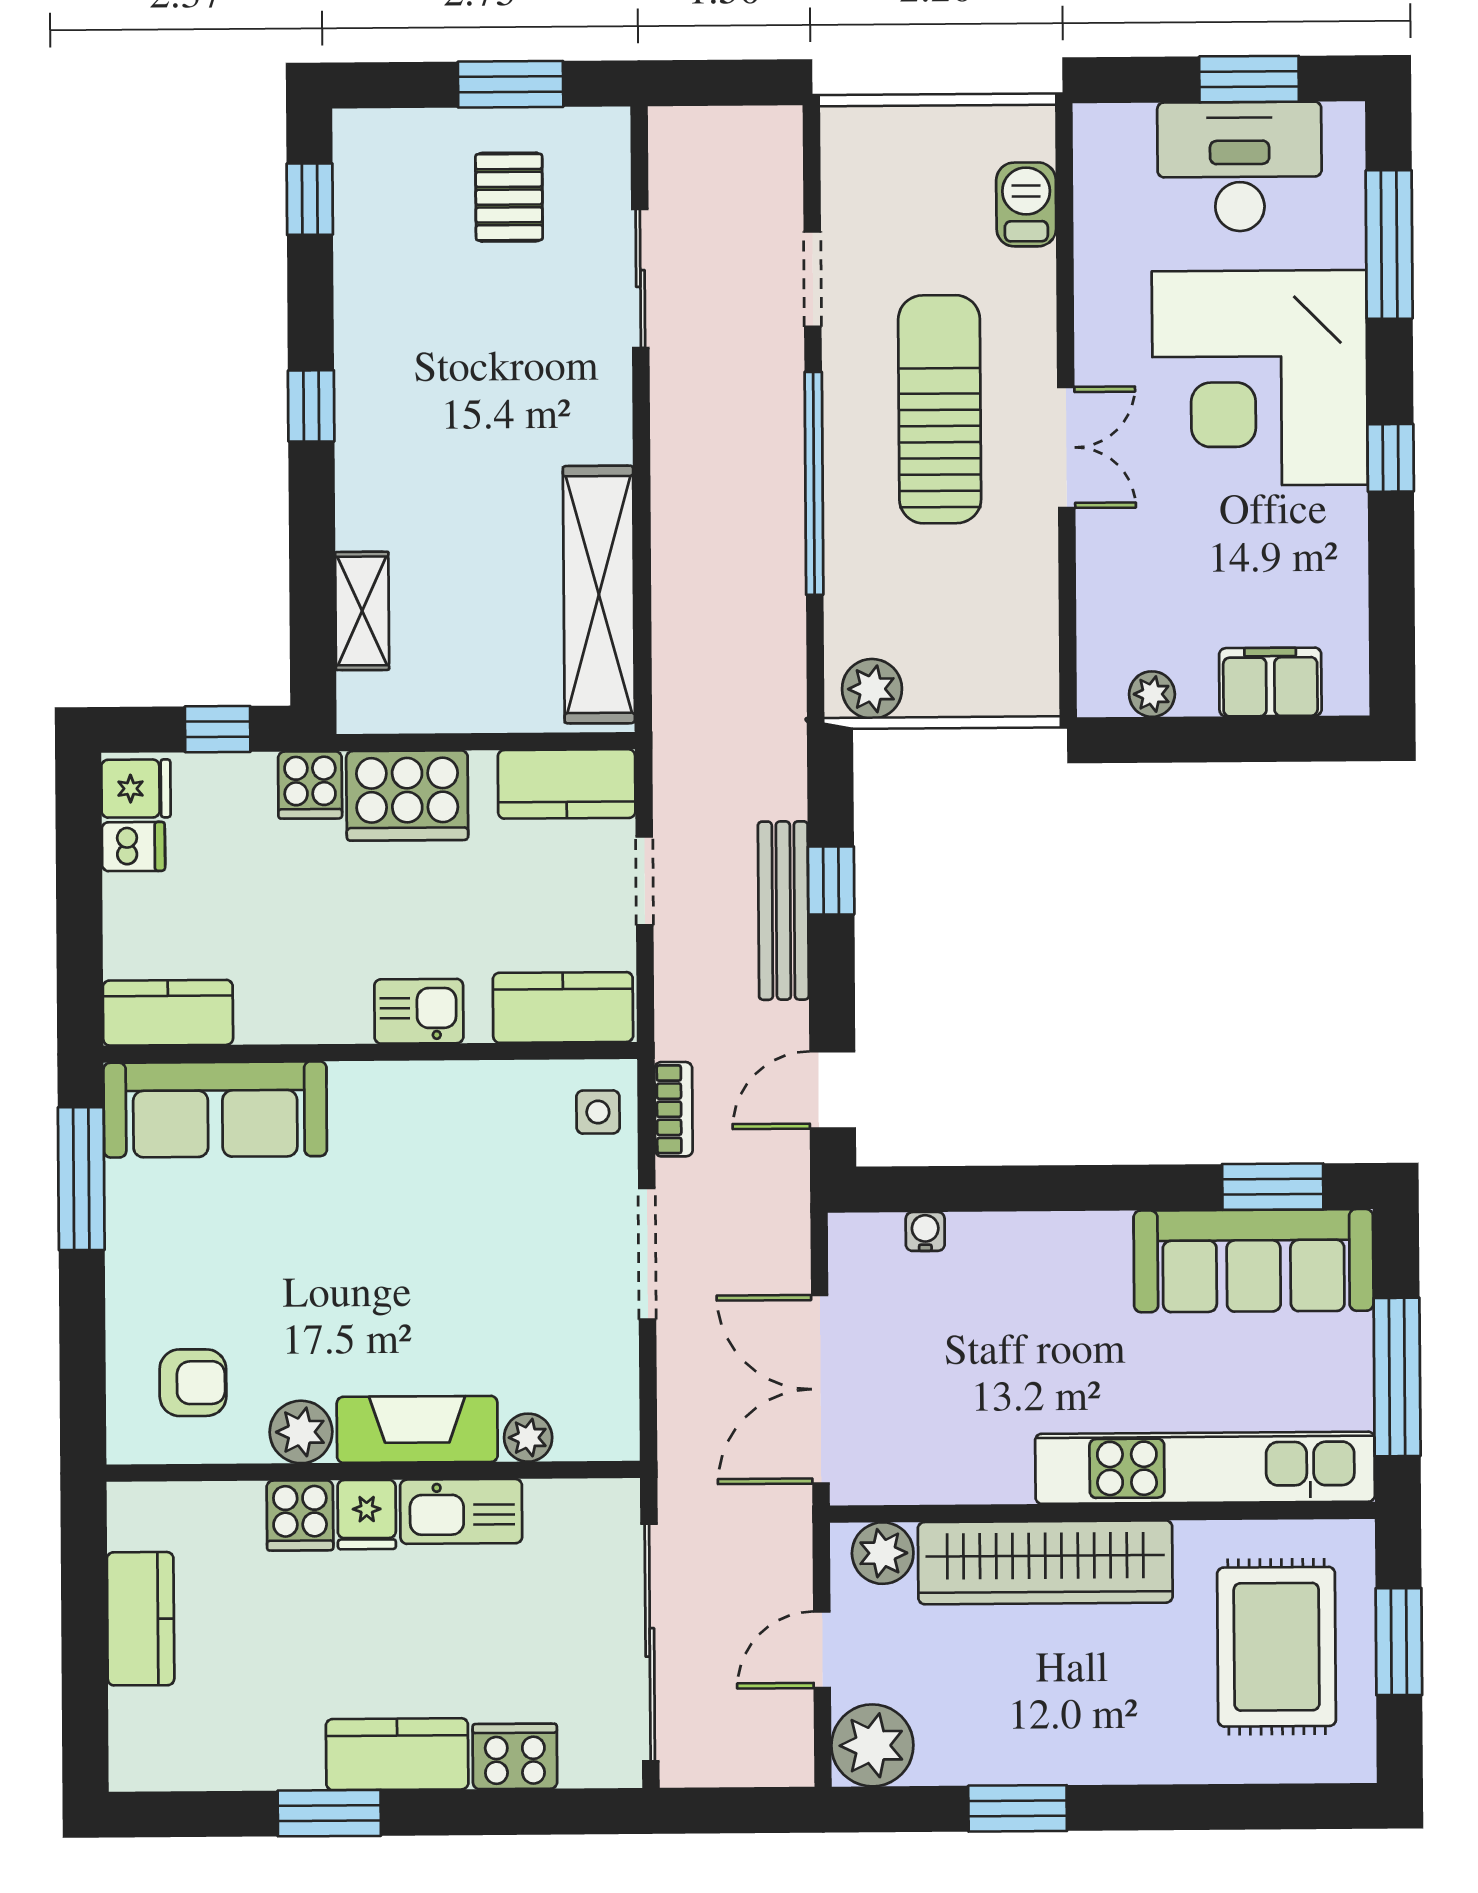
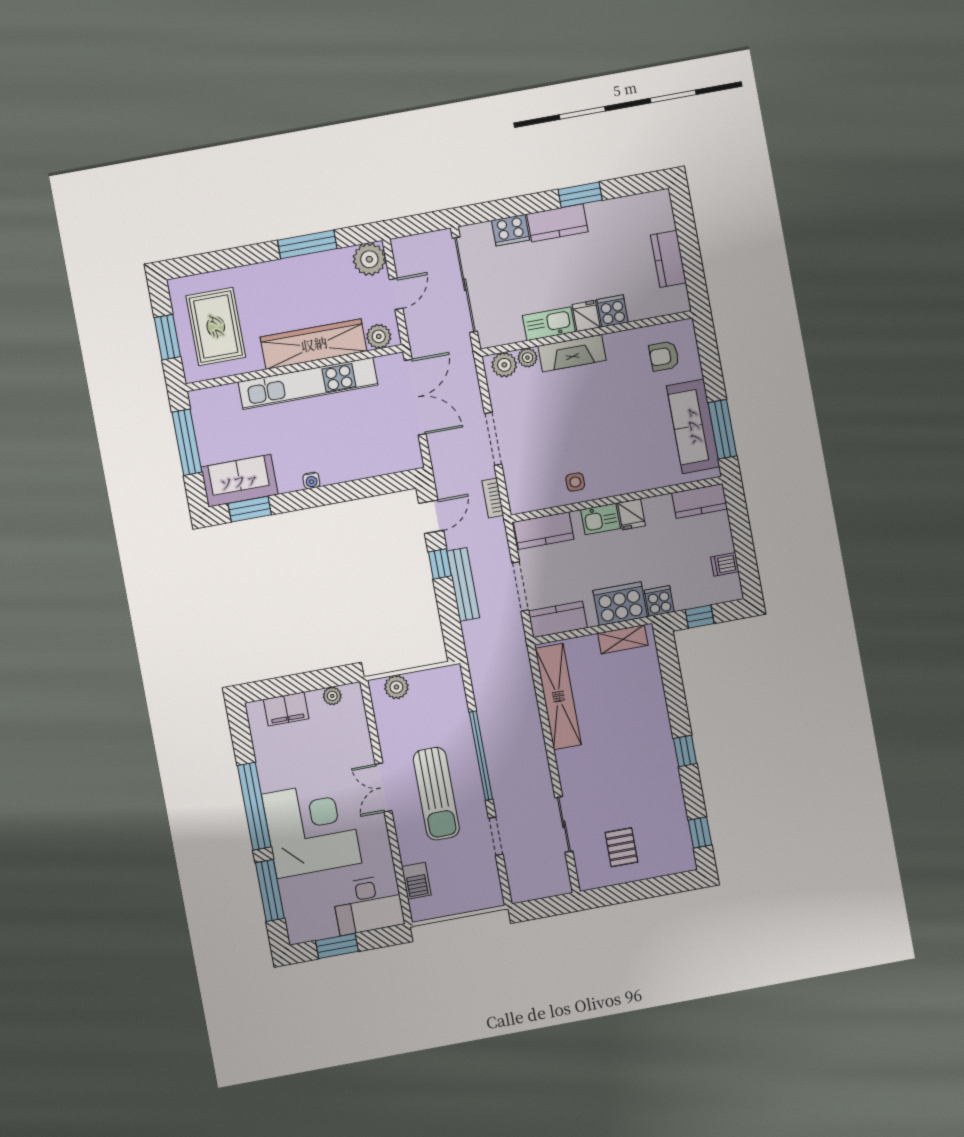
window: (511, 84) -> (629, 892), removed
desk: (1240, 167) -> (368, 905), moved
window: (1391, 458) -> (254, 806), width x3.17
shelving: (362, 611) -> (623, 639), moved, turned 90
plant: (872, 689) -> (396, 687), moved
fridge: (136, 789) -> (631, 514), moved, turned -90
window: (831, 880) -> (440, 564), moved
doorway: (645, 881) -> (520, 586), width x1.38
sofa: (215, 1109) -> (693, 426), moved, turned -90
side table: (598, 1112) -> (575, 482), moved
water cooler: (925, 1231) -> (311, 480), moved
sofa: (1254, 1261) -> (239, 481), width x0.73
plant: (301, 1432) -> (504, 365), moved
kitchen unit: (1205, 1468) -> (308, 383), moved
window: (1018, 1808) -> (307, 244), width x1.44

